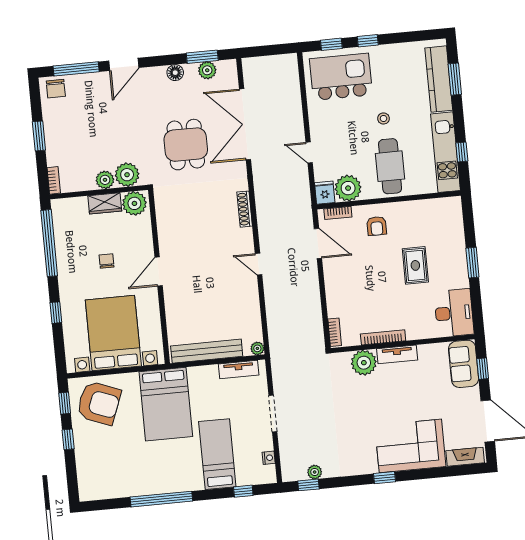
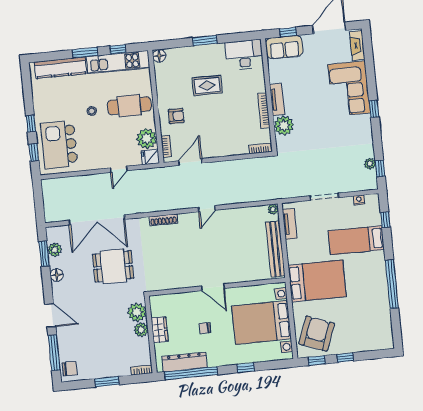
window: (455, 79) -> (85, 53), moved
plant: (134, 203) -> (160, 306), removed
floor lamp: (454, 205) -> (159, 56), added
dresser: (64, 235) -> (185, 362), added

